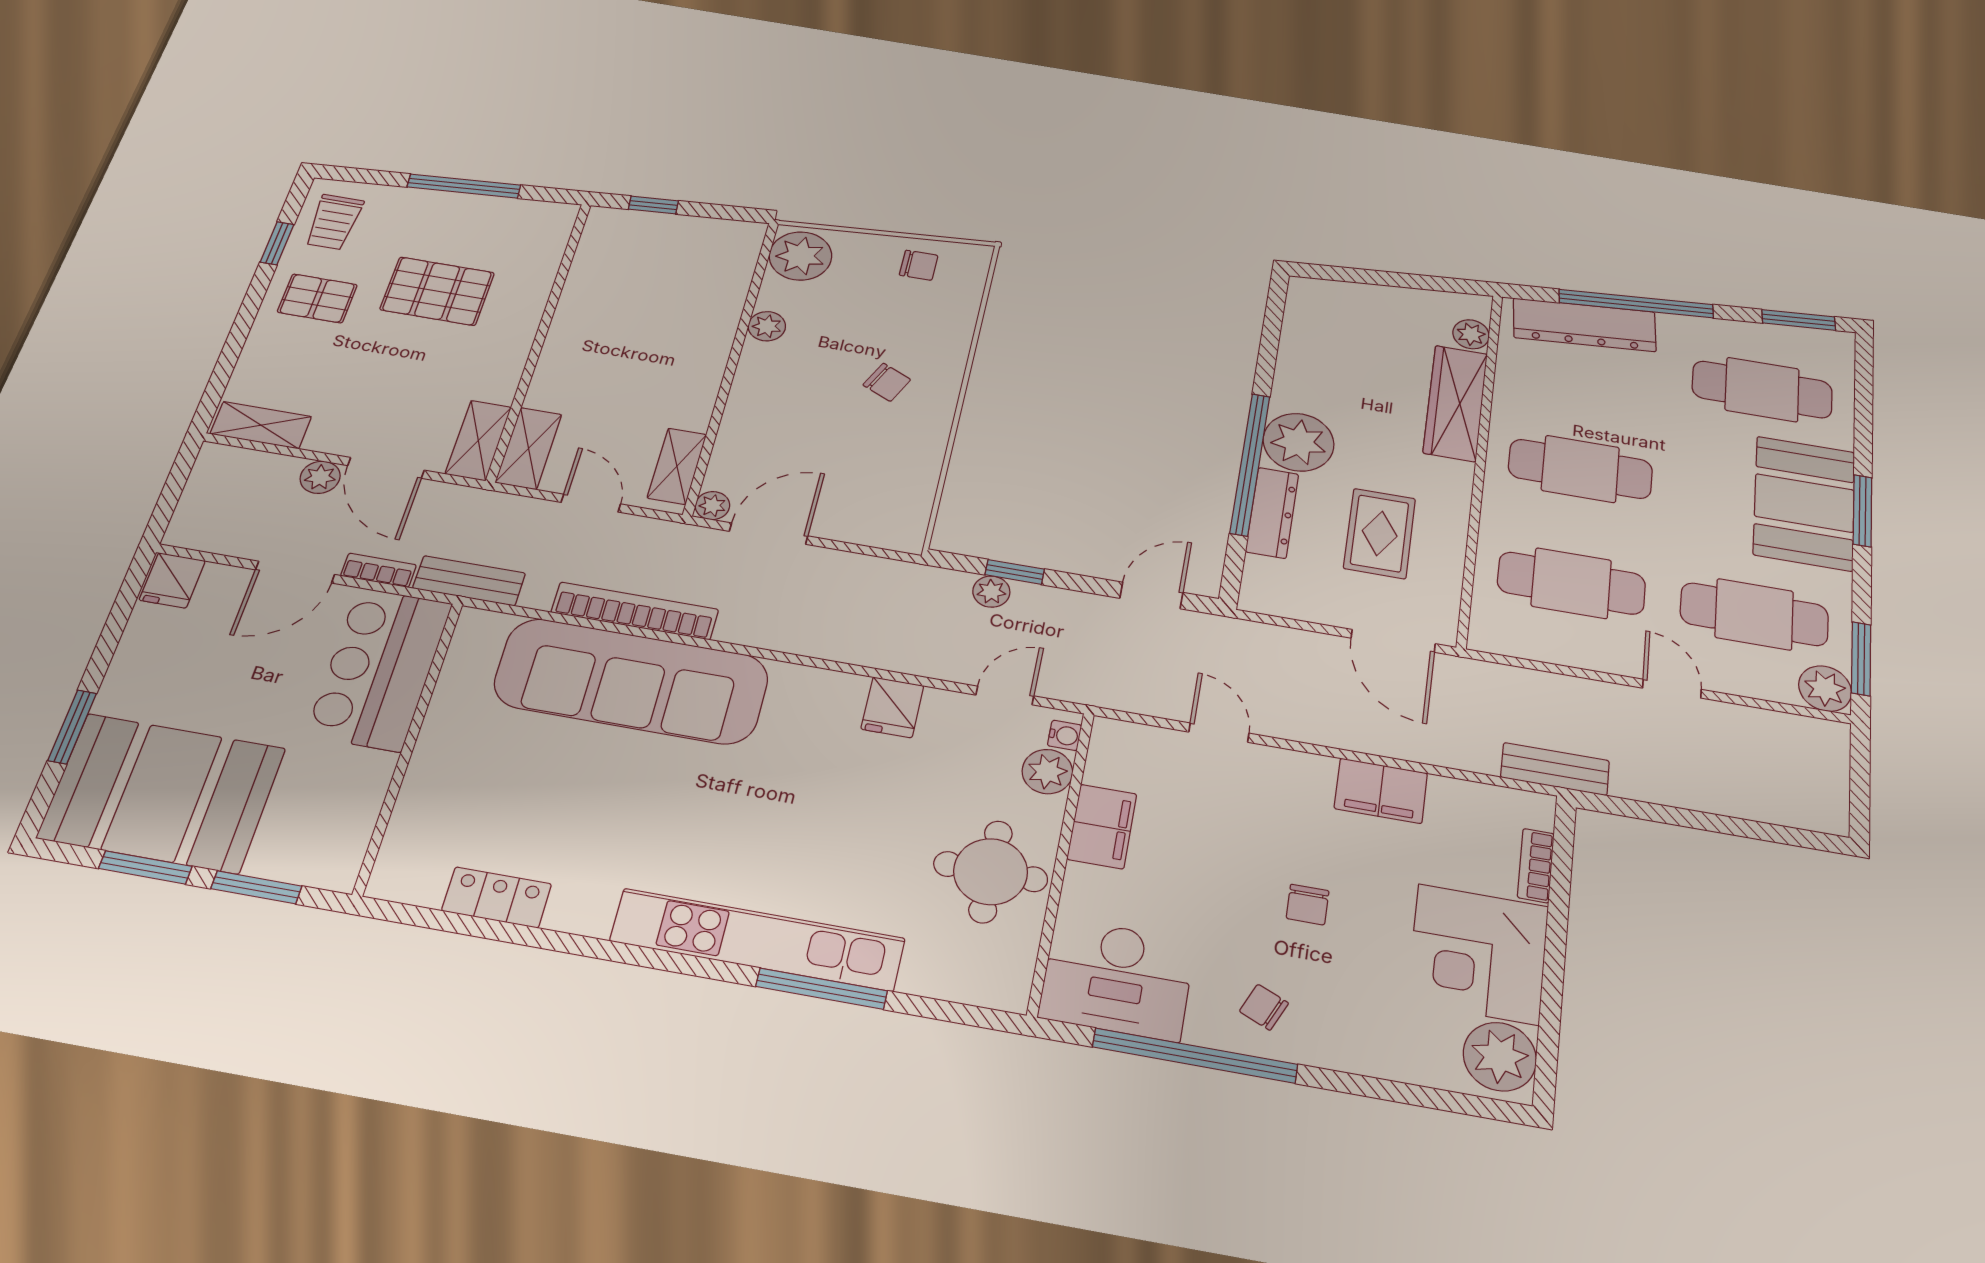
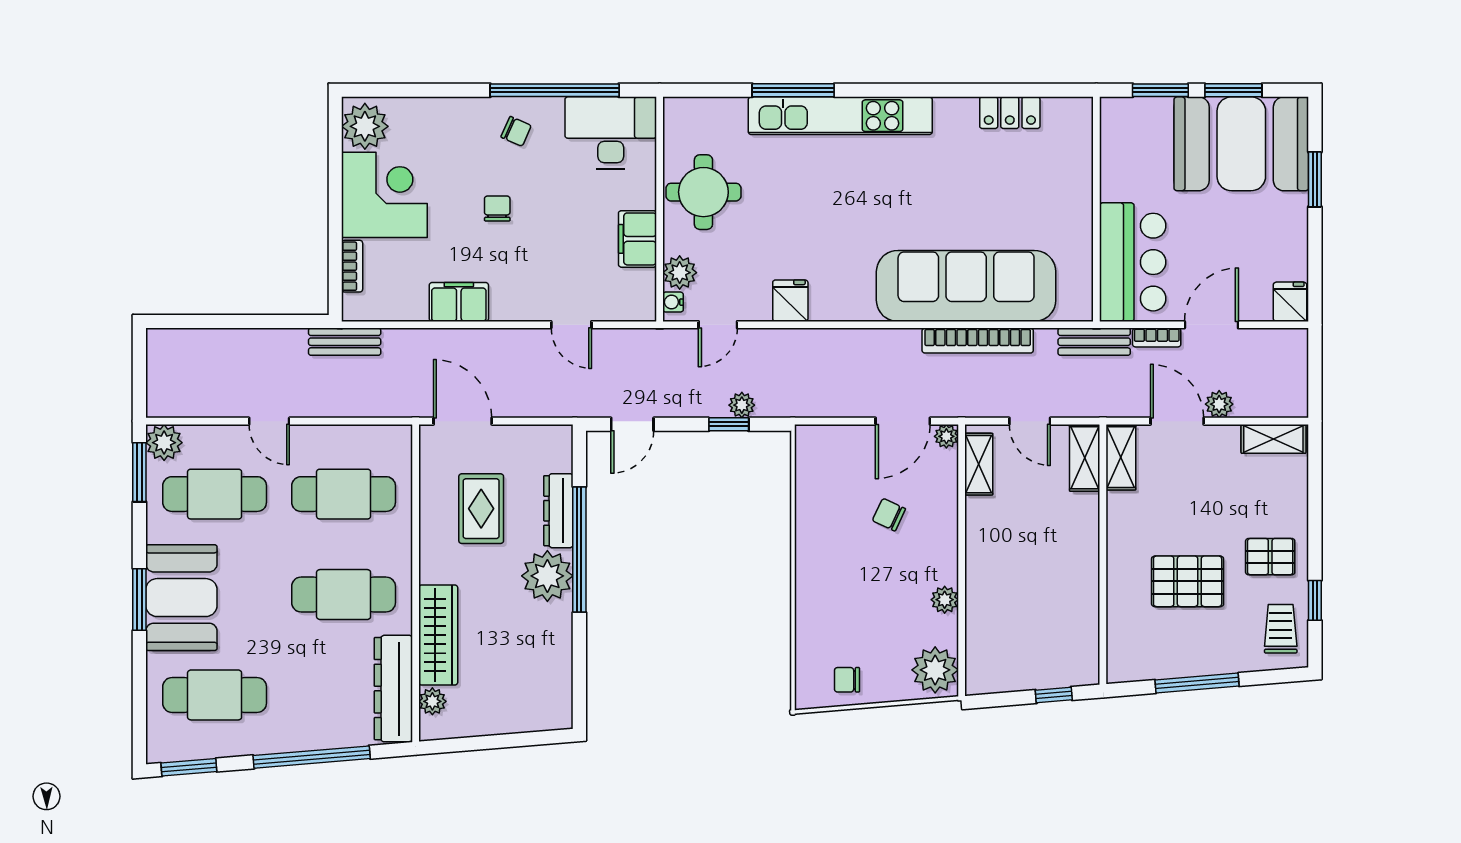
dresser: (1585, 325) -> (393, 689), moved, turned -85
chair: (887, 382) -> (889, 515), moved

